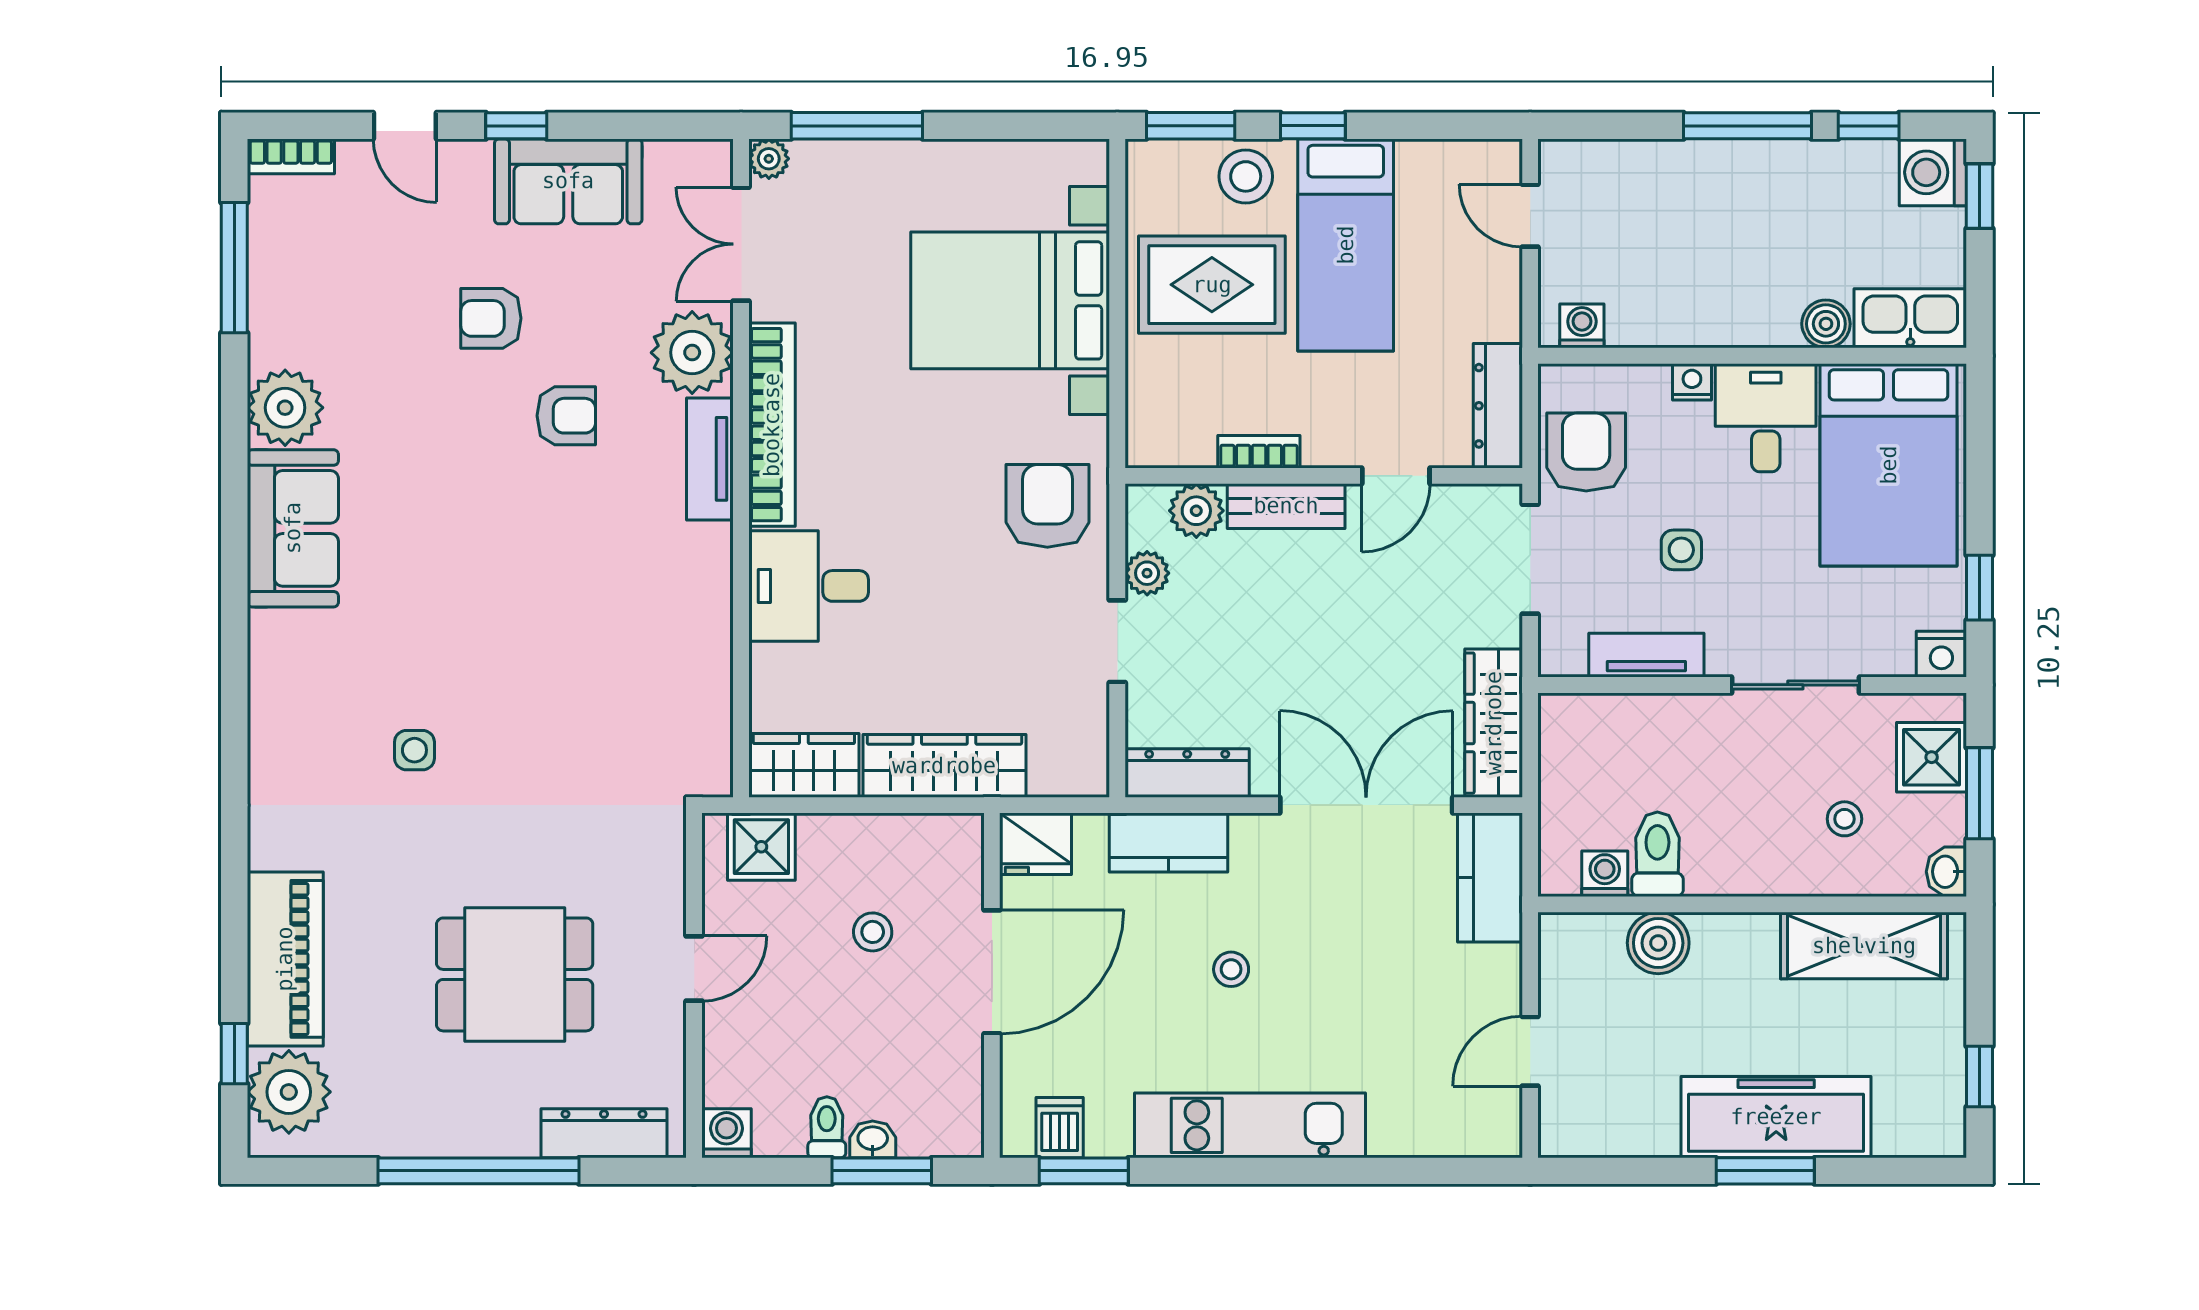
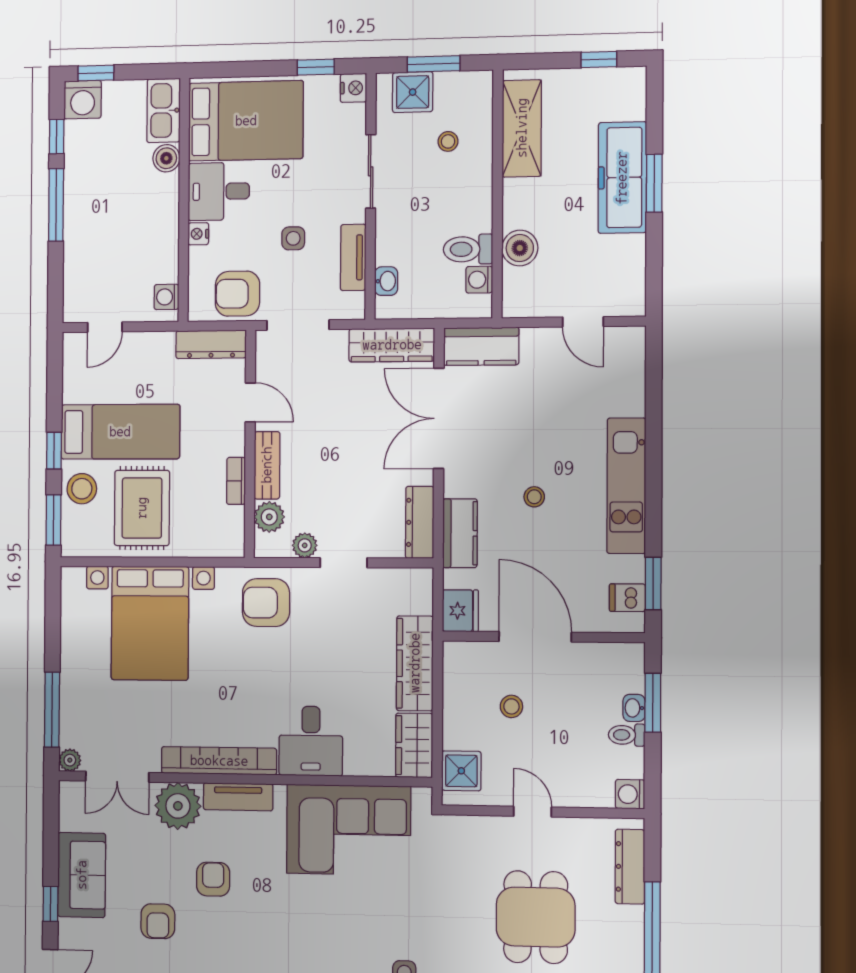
corner sofa: (657, 652) -> (348, 830), added
washbasin: (1946, 872) -> (386, 281), moved, turned -90

